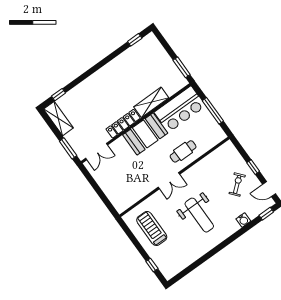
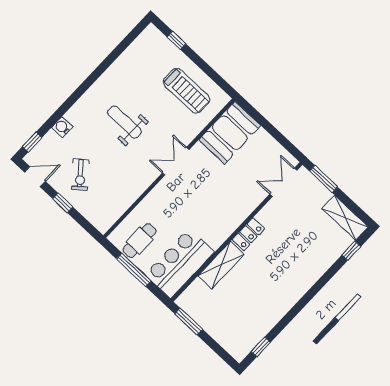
locker: (123, 124) -> (248, 234), width x0.66
booth: (145, 134) -> (230, 133), moved
cafe table: (183, 151) -> (139, 241), moved
weight bench: (199, 215) -> (124, 122), width x0.73, depth x0.75

